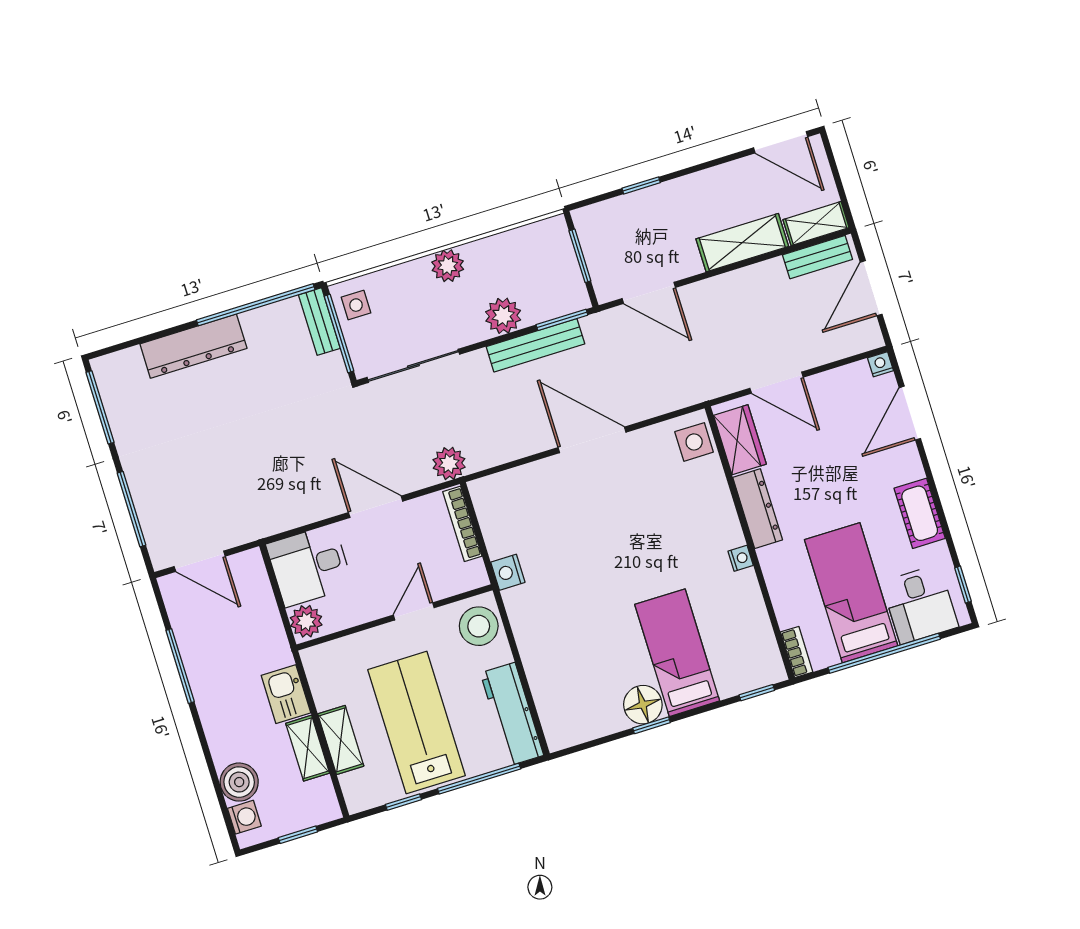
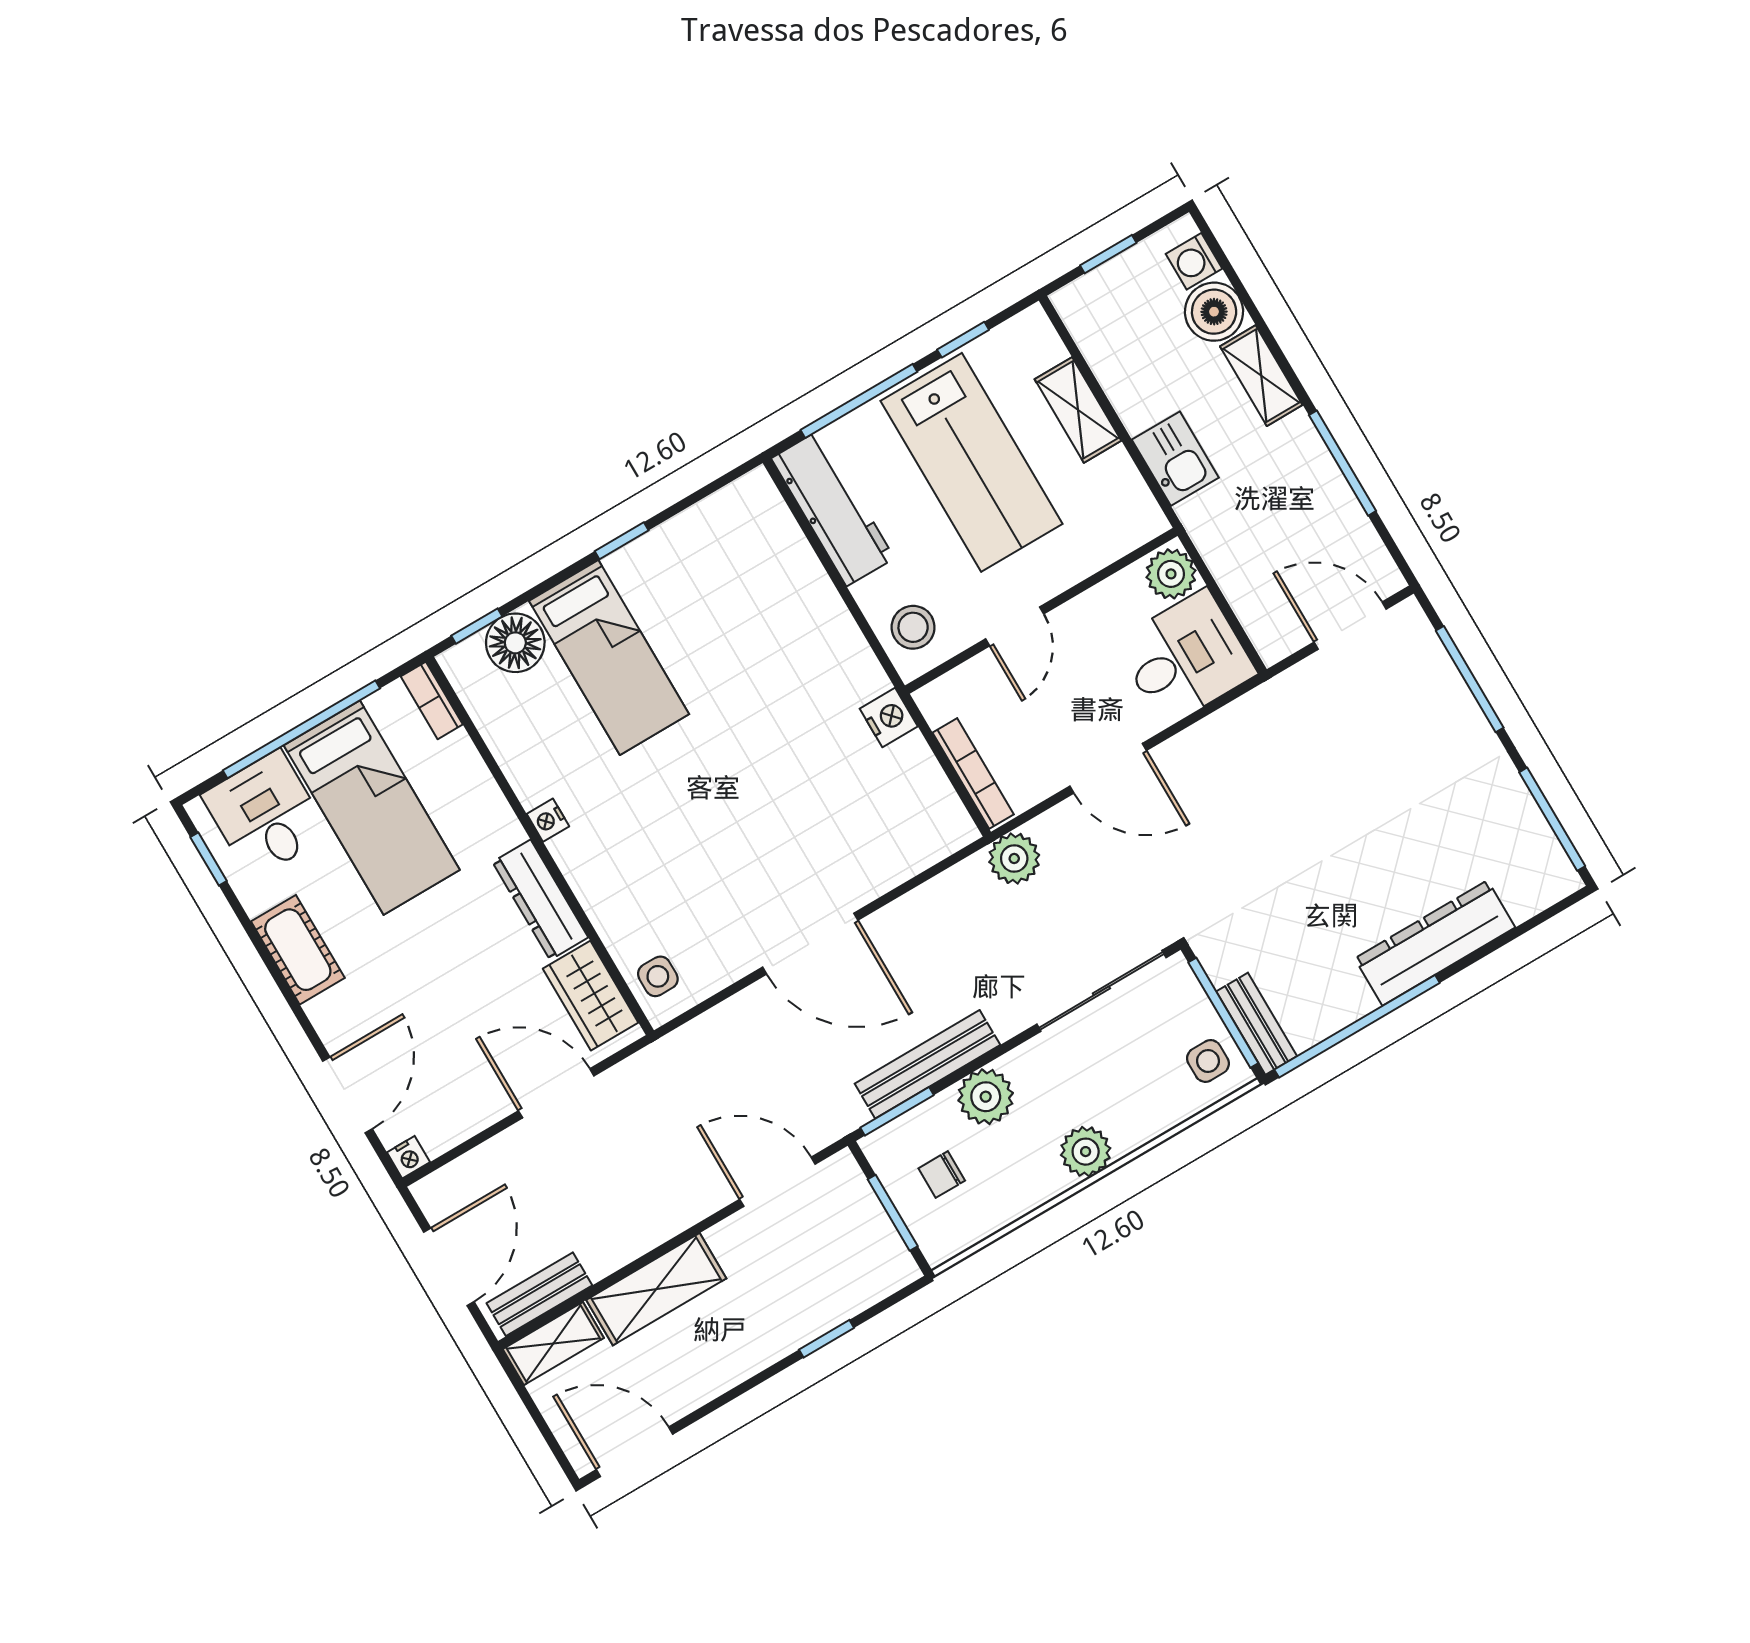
chair: (543, 273) -> (942, 1175), added
side table: (694, 442) -> (658, 976), width x0.73, depth x0.73
stool: (479, 626) -> (913, 627), width x0.73, depth x0.73
floor lamp: (643, 705) -> (515, 643), moved
shelving: (308, 748) -> (1261, 376), moved

